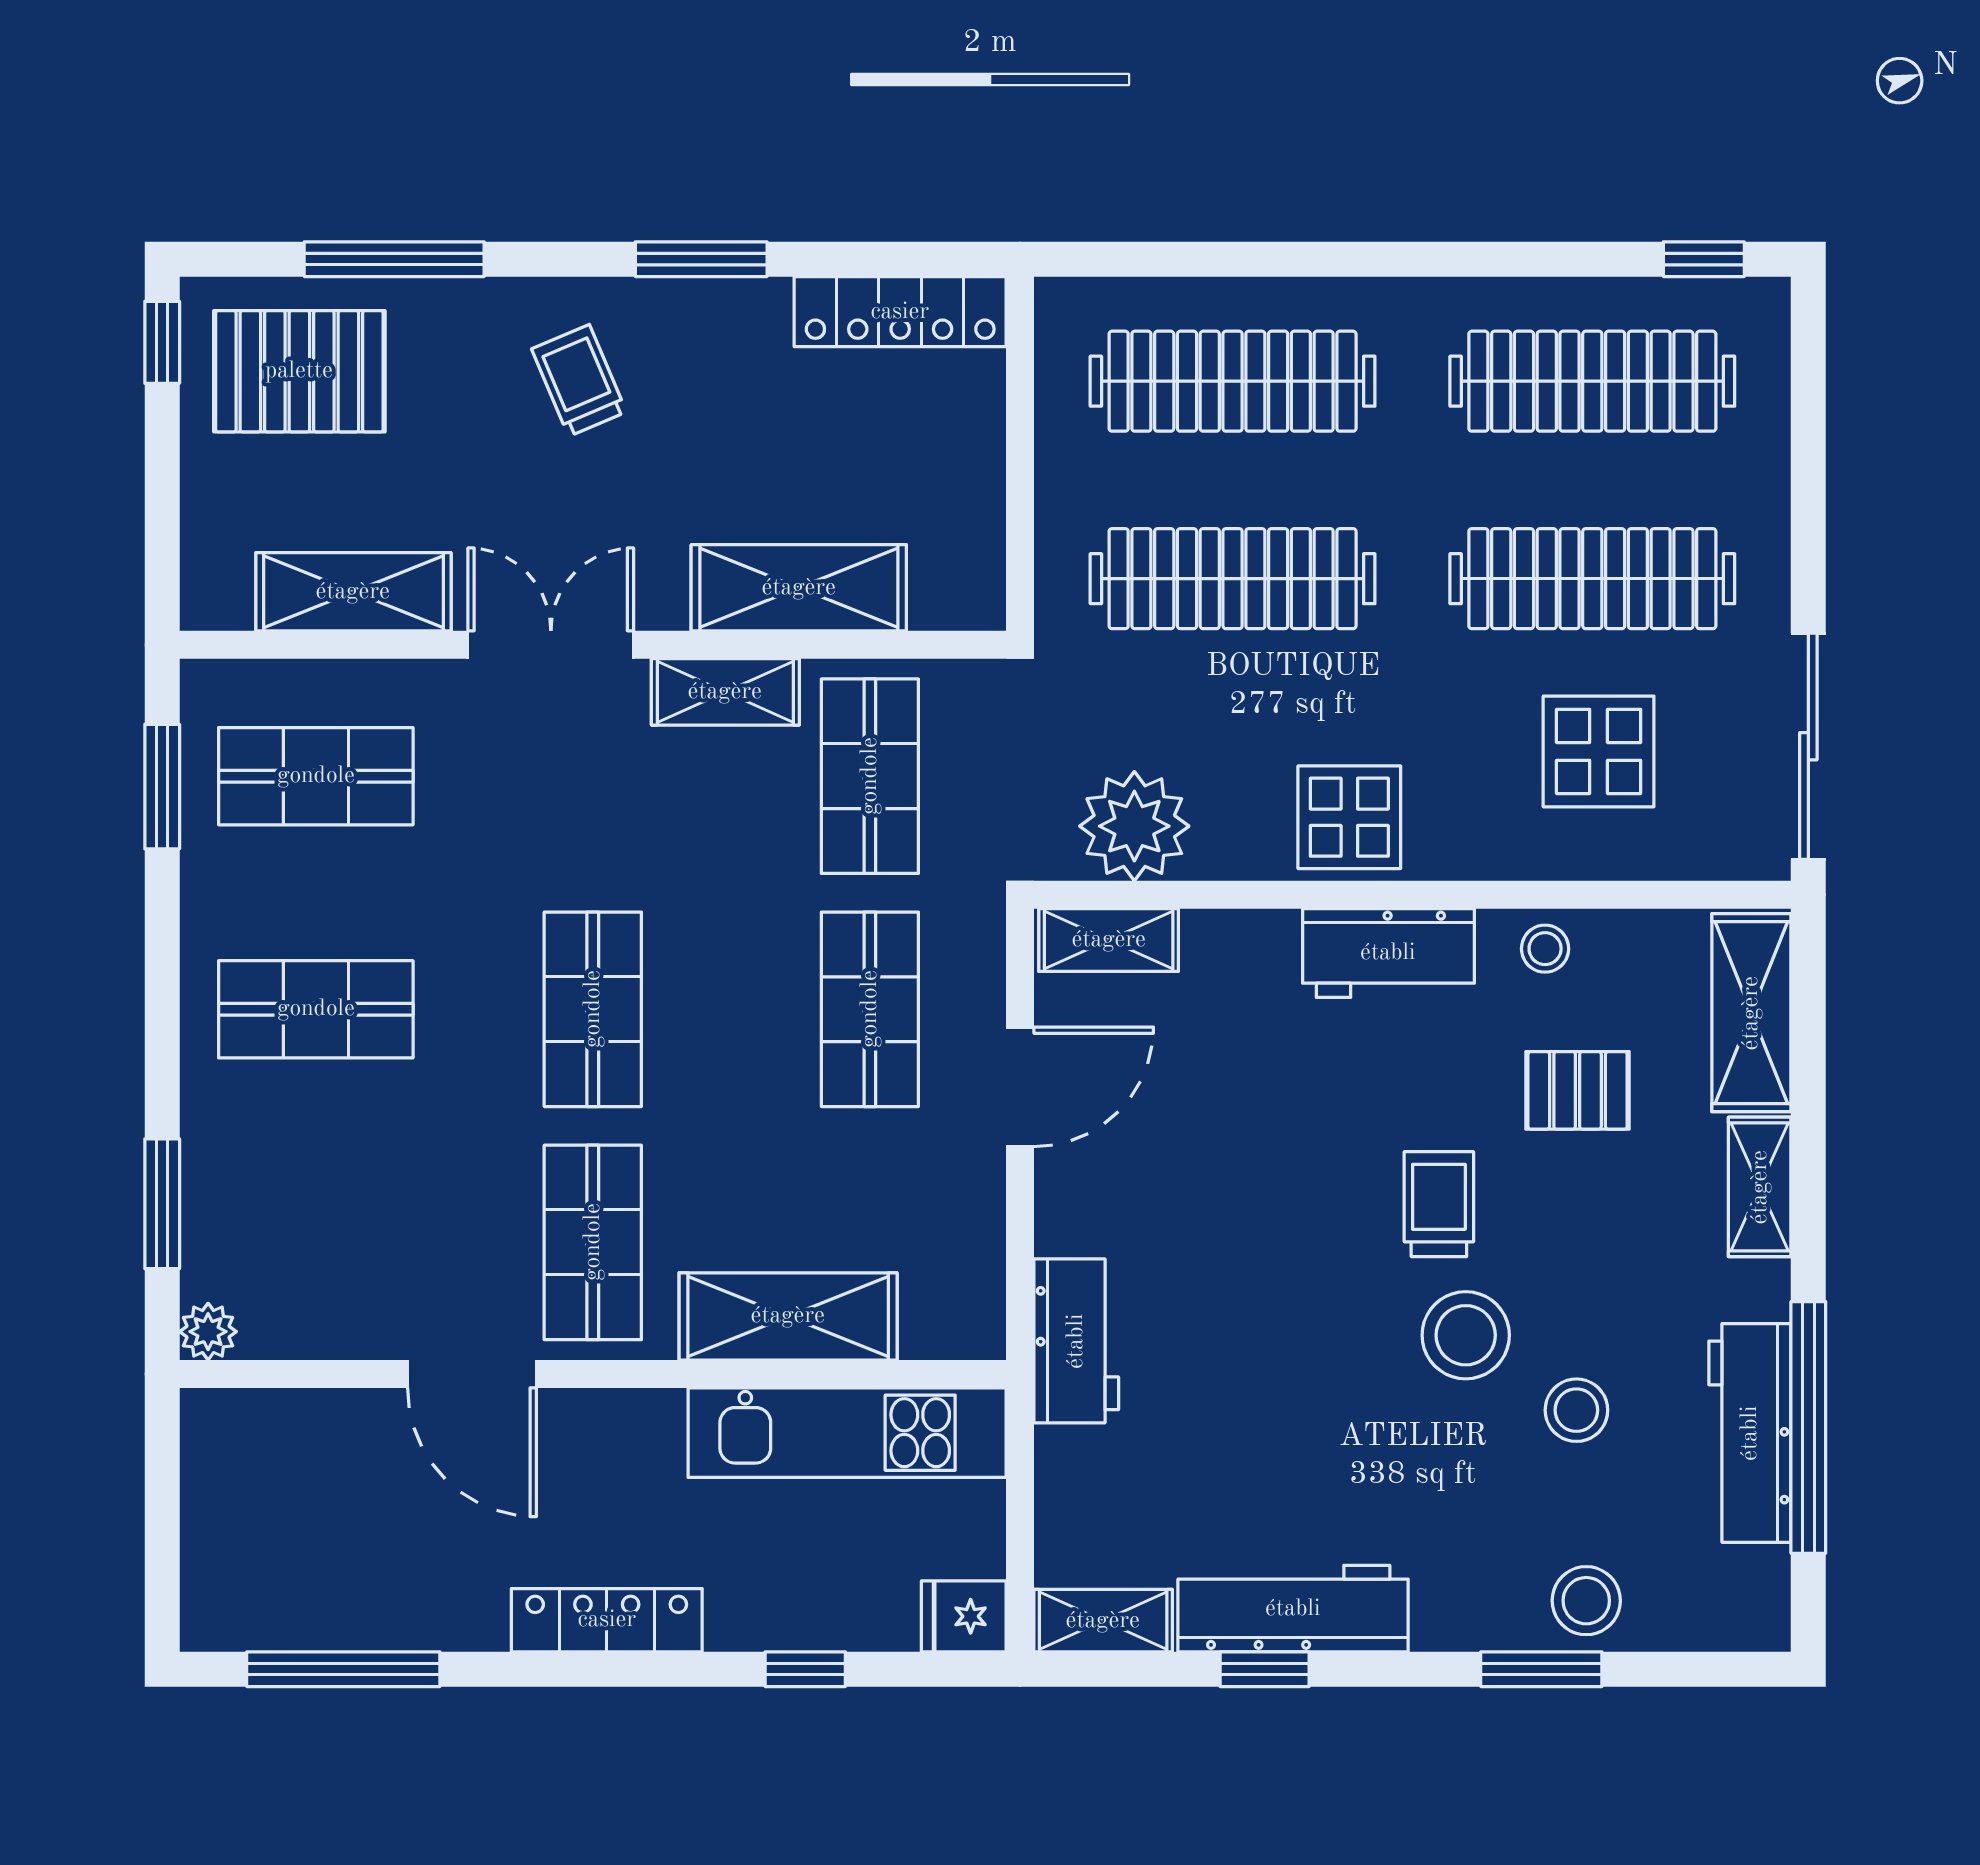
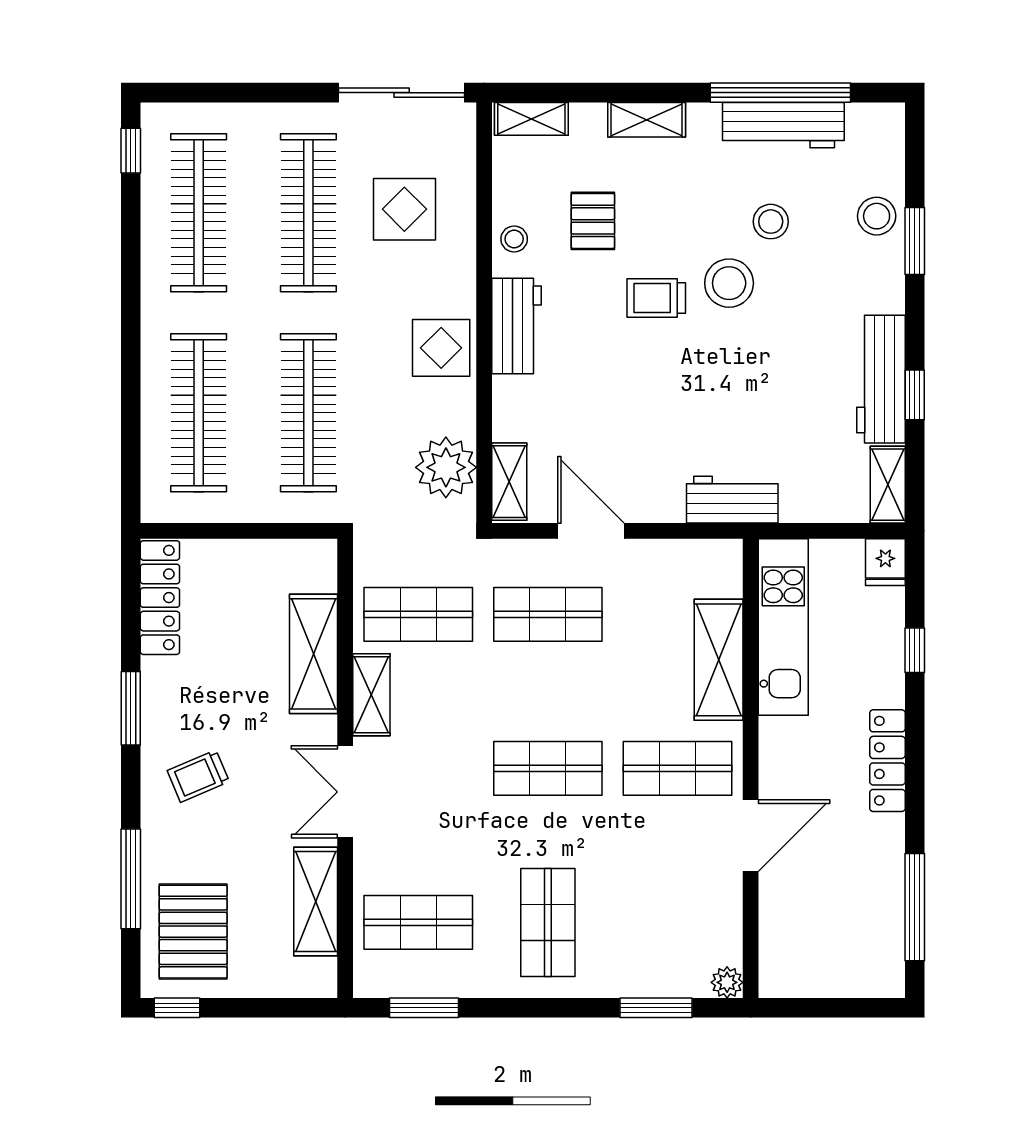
shop shelf: (316, 776) -> (418, 922), turned 90
shelving: (1751, 1013) -> (531, 119), width x0.67, depth x0.75

